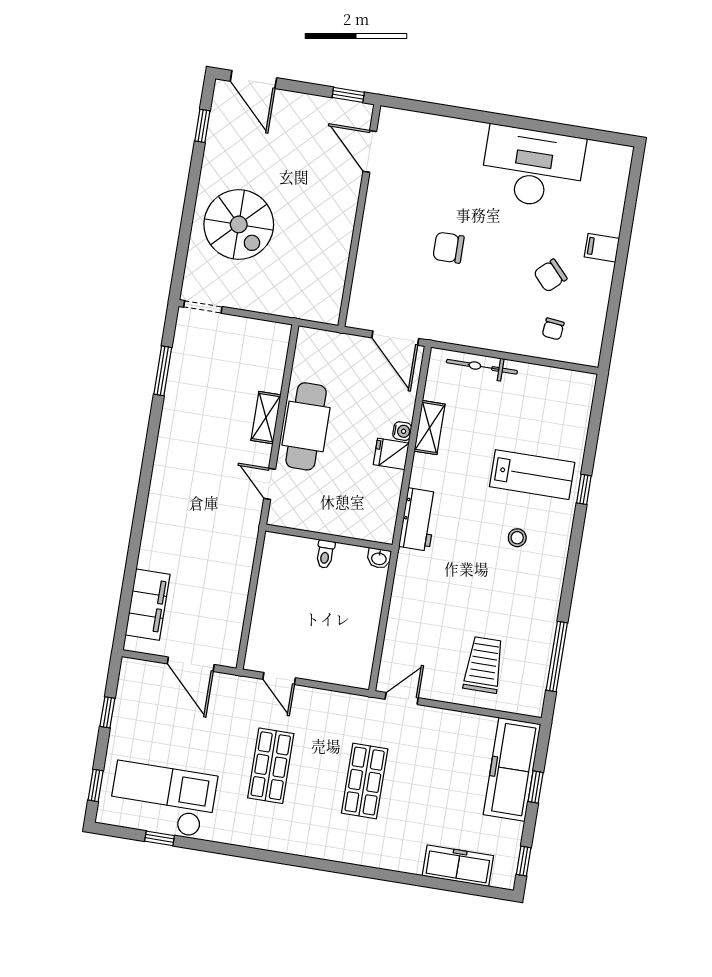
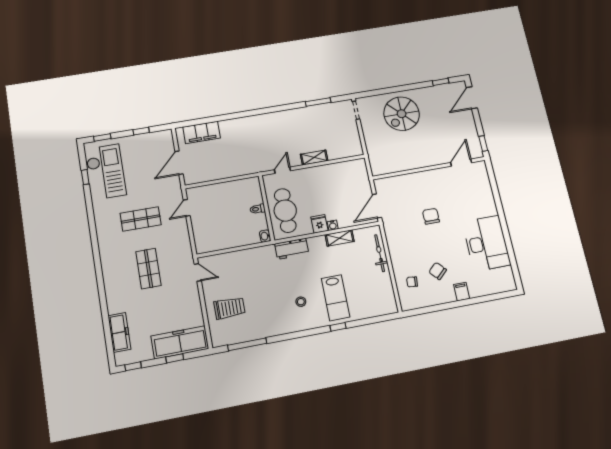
cafe table: (306, 426) -> (285, 211), moved, turned 90
shop shelf: (365, 781) -> (148, 269), turned 90

